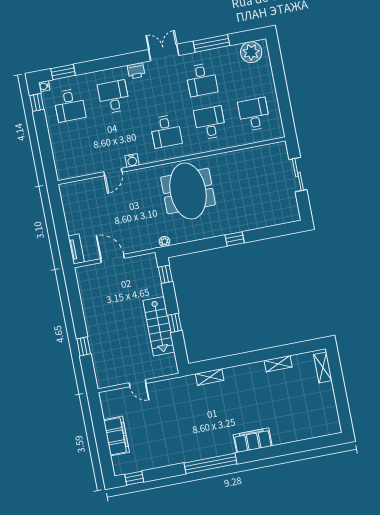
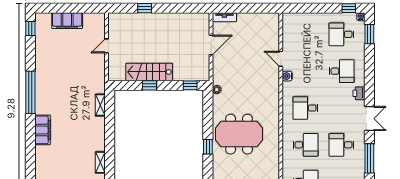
meeting table: (188, 191) -> (239, 134), moved

